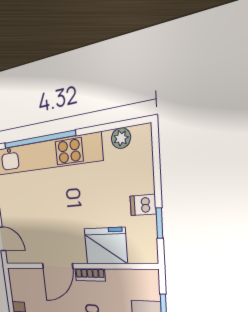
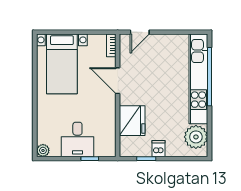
plant: (121, 138) -> (196, 137), width x1.88, depth x1.88
bookcase: (90, 275) -> (111, 45), moved

